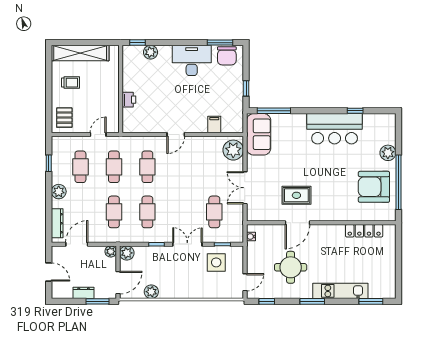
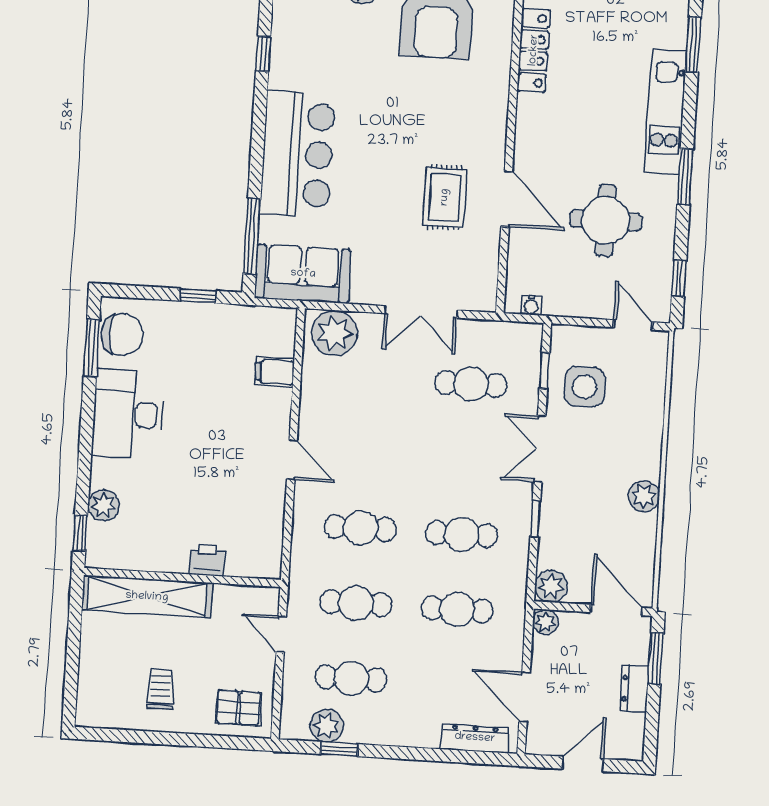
shelving: (80, 53) -> (147, 597), moved, turned 90
bar counter: (335, 129) -> (298, 154), moved
plant: (59, 192) -> (327, 726), moved
plant: (151, 292) -> (644, 496), moved

